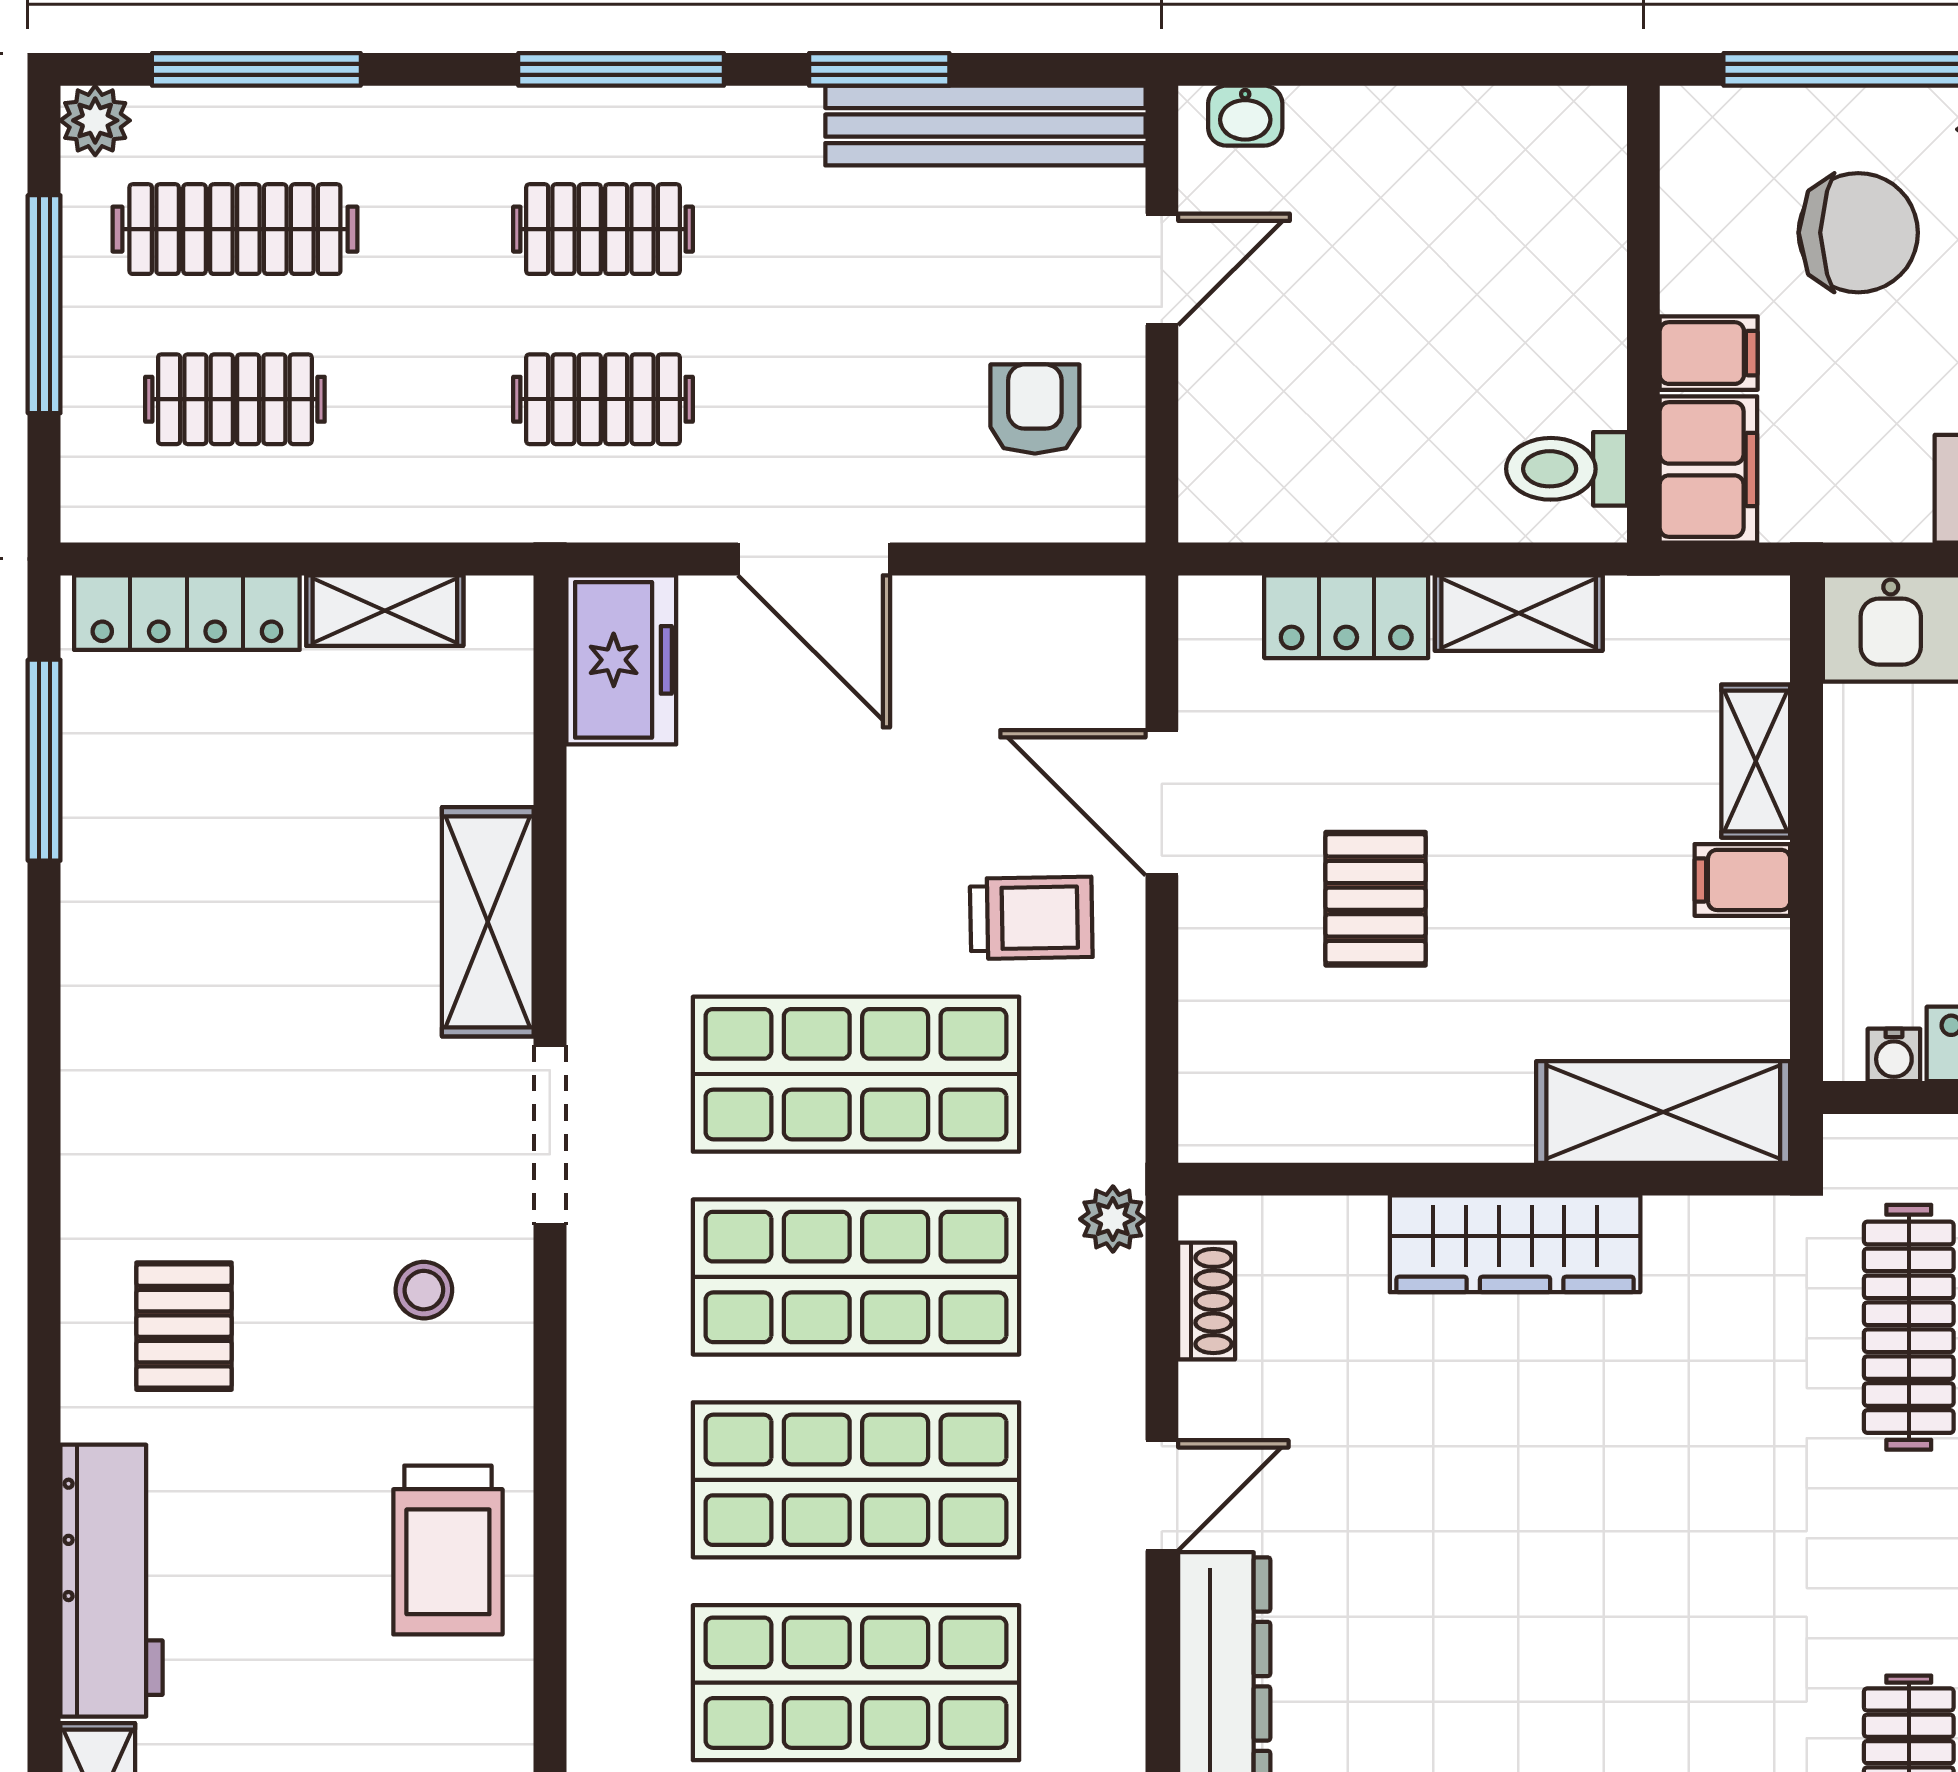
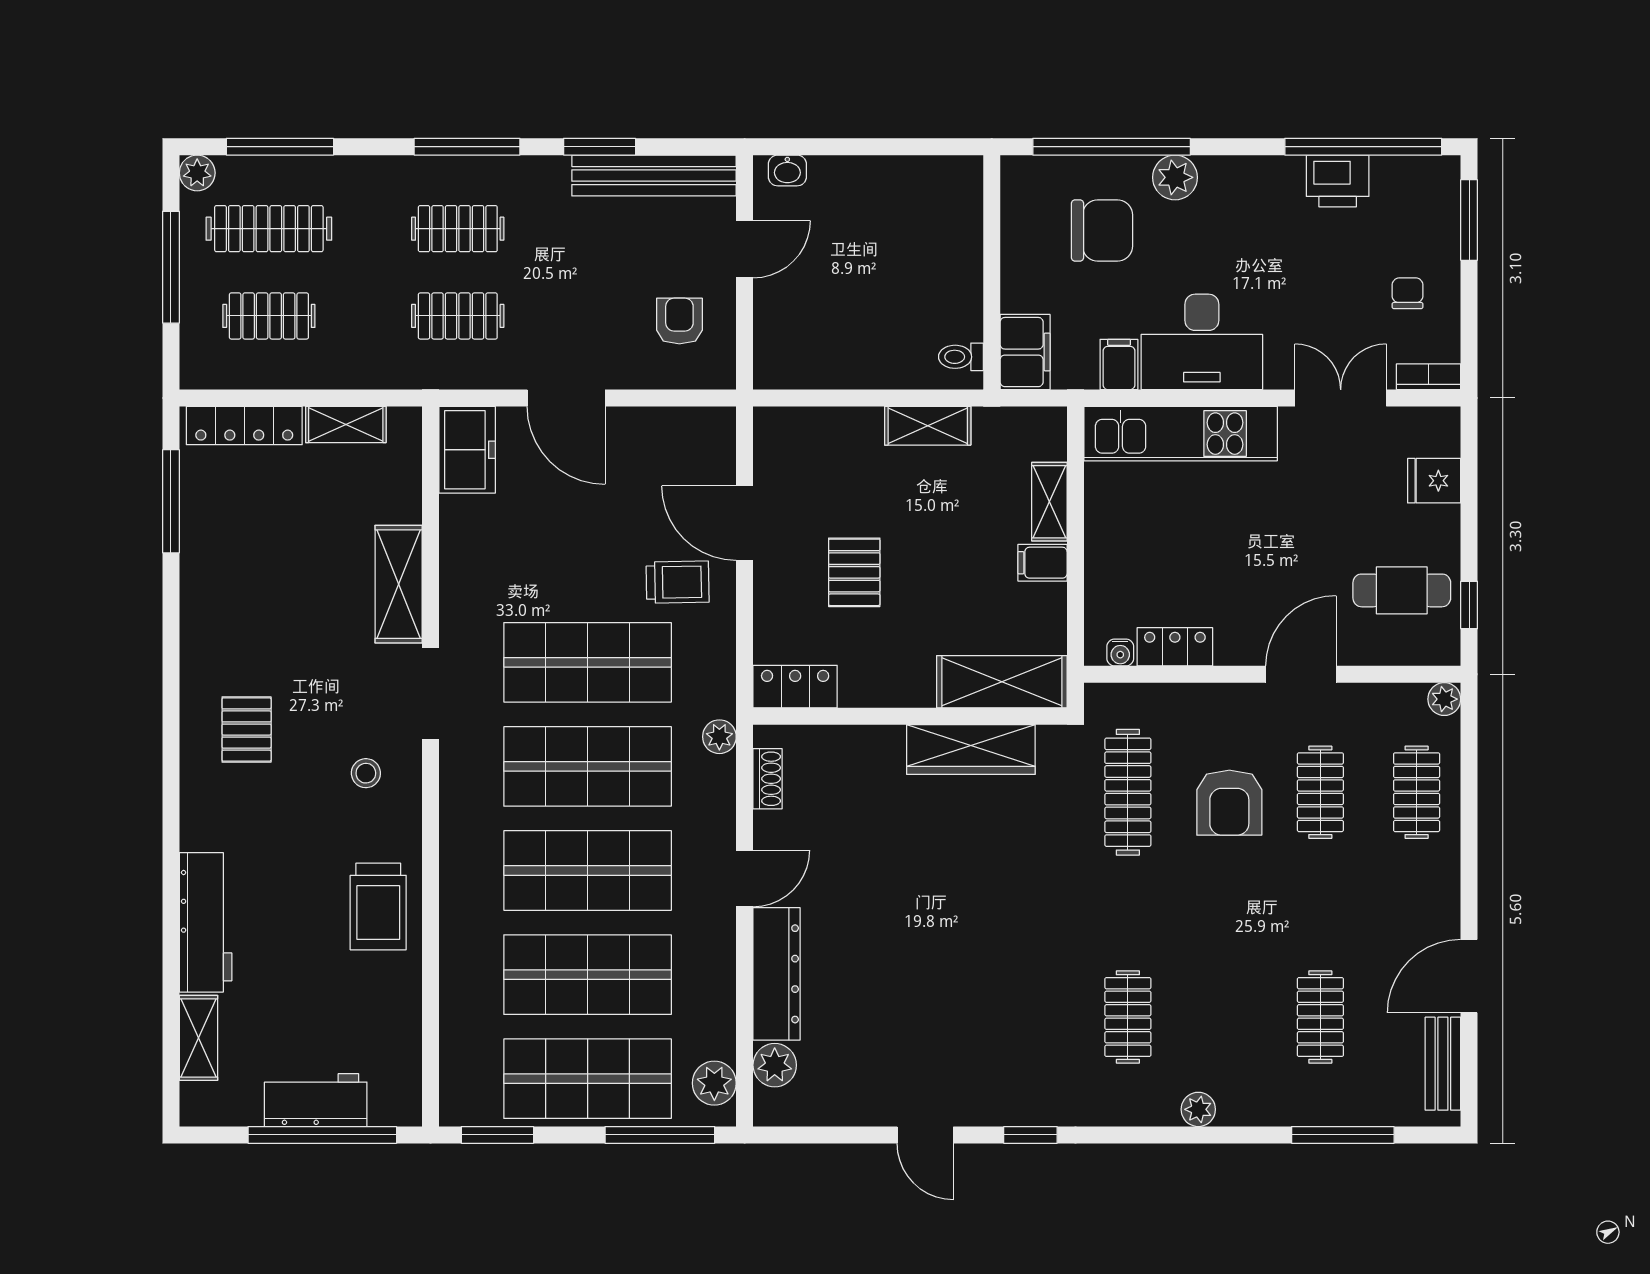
filing cabinet: (1709, 353) -> (1119, 364), moved, turned -90
toilet: (1567, 469) -> (961, 357), width x0.73, depth x0.72
locker: (1346, 617) -> (795, 687), moved, turned 180
wardrobe: (1515, 1244) -> (971, 749), moved
pallet: (184, 1326) -> (247, 730), moved

